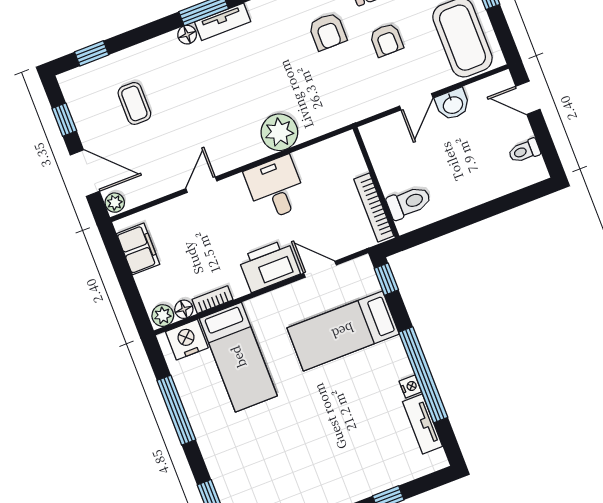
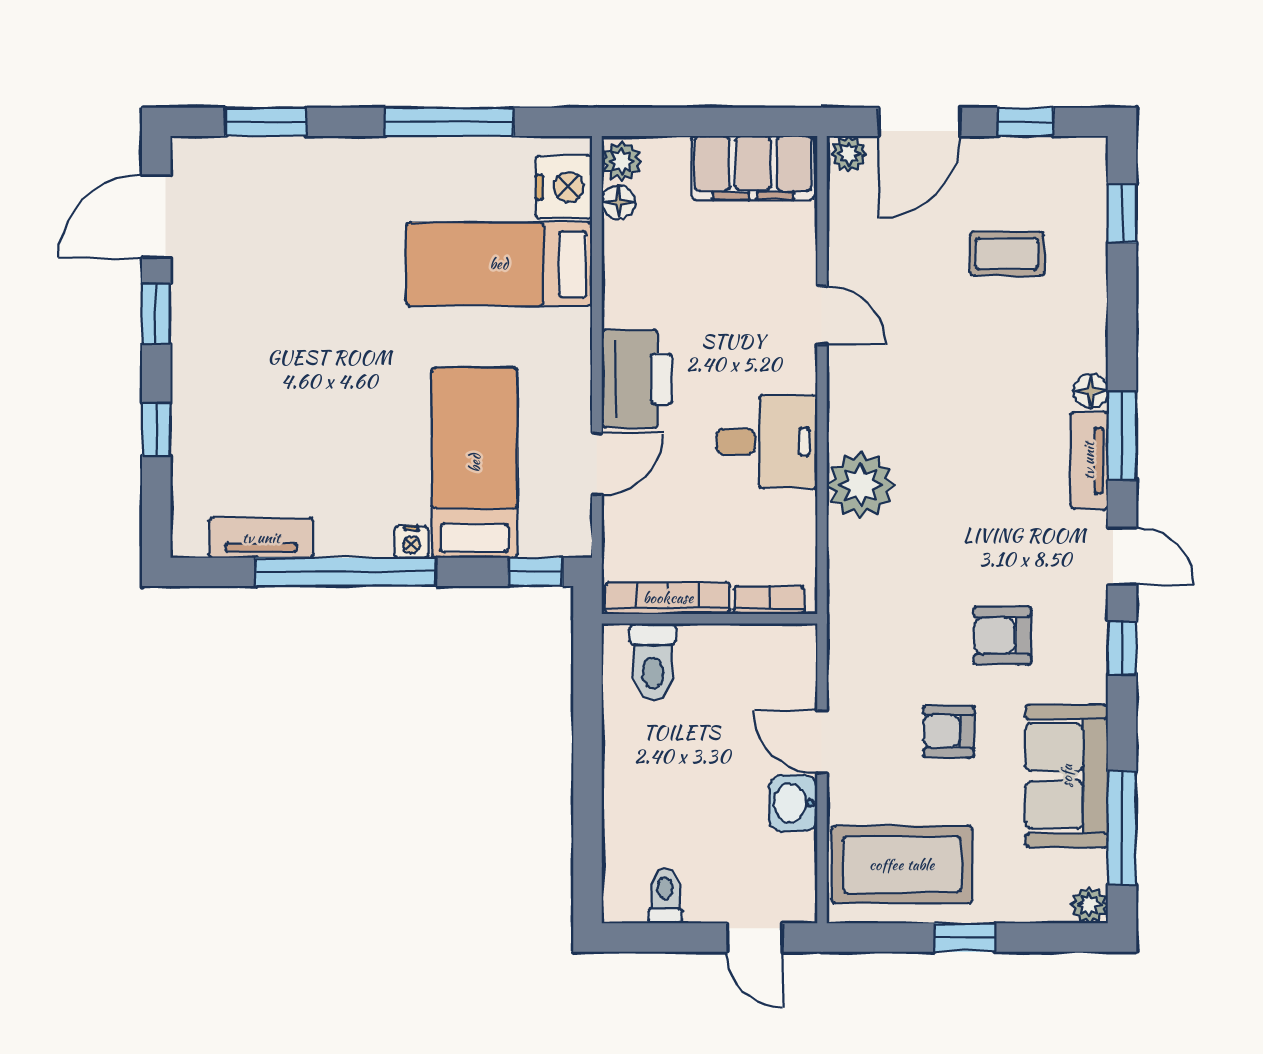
door: (528, 98) -> (755, 938), swing flipped
filing cabinet: (138, 249) -> (753, 168), width x1.50, depth x1.17
bookcase: (213, 300) -> (769, 600), moved, turned -90
nightstand: (410, 386) -> (411, 542), moved

